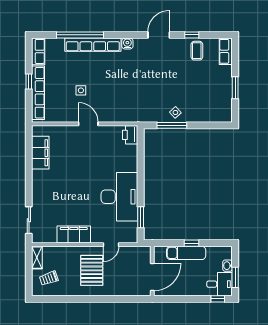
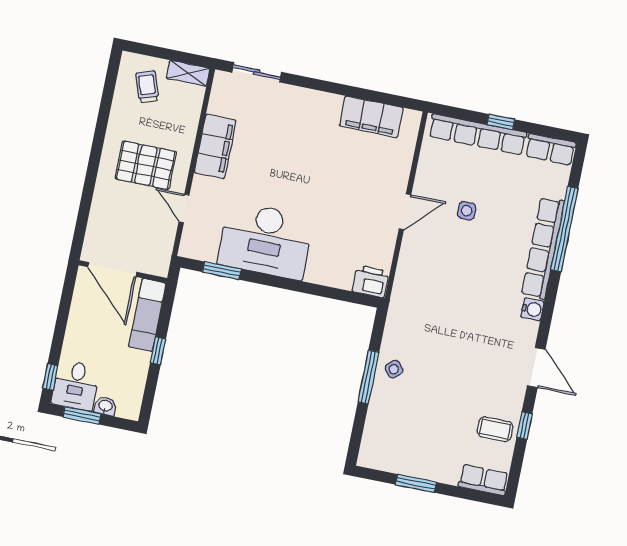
window: (172, 125) -> (368, 377), moved
exam couch: (186, 253) -> (147, 315), moved

